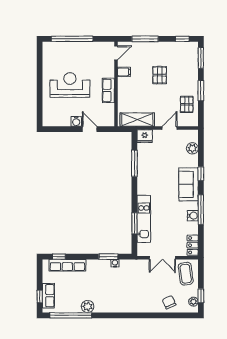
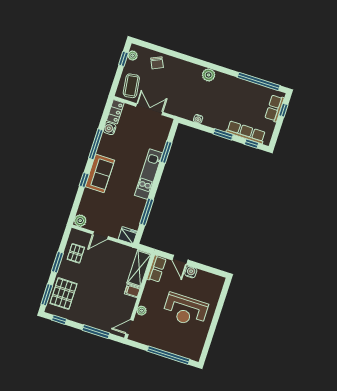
plant: (110, 72) -> (142, 311), added
filing cabinet: (124, 72) -> (132, 291), moved
pallet: (160, 75) -> (64, 294), moved, width x1.50, depth x1.42
row of seats: (108, 90) -> (157, 269), moved
shelving: (137, 120) -> (139, 268), moved, turned 90
plant: (192, 148) -> (80, 221), moved
water cooler: (193, 216) -> (110, 129), moved
kitchen unit: (144, 219) -> (149, 174), moved
window: (108, 257) -> (223, 134), moved
plant: (88, 306) -> (209, 75), moved

